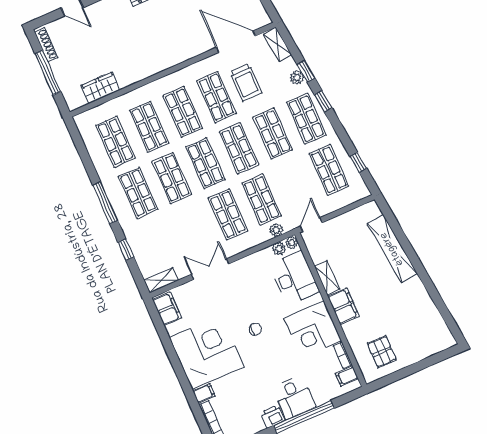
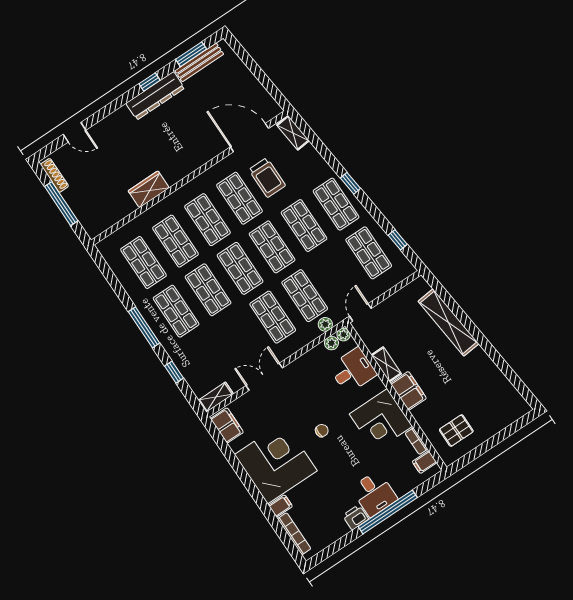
window: (306, 71) -> (327, 155), removed
plant: (297, 78) -> (319, 163), removed
wardrobe: (100, 88) -> (149, 189), moved
desk: (294, 278) -> (353, 371), width x0.73
pallet: (382, 352) -> (456, 431), turned 90

